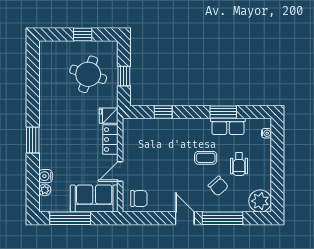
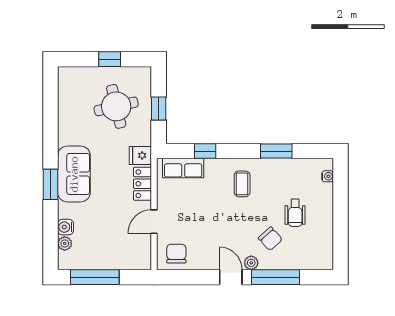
round table: (88, 74) -> (116, 106), turned -31
row of seats: (228, 126) -> (183, 168), moved
coffee table: (206, 158) -> (242, 184), moved, turned 90
sofa: (94, 199) -> (74, 174), moved, turned 90
chair: (139, 199) -> (176, 254), turned -90
plant: (260, 201) -> (251, 263), moved, width x0.53, depth x0.53

